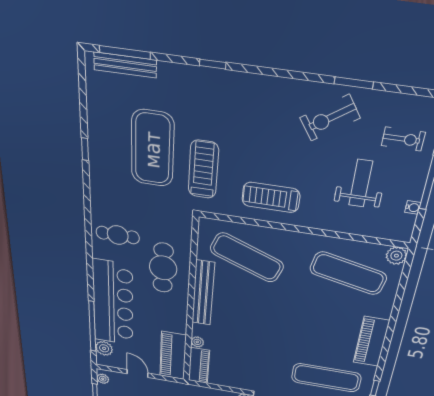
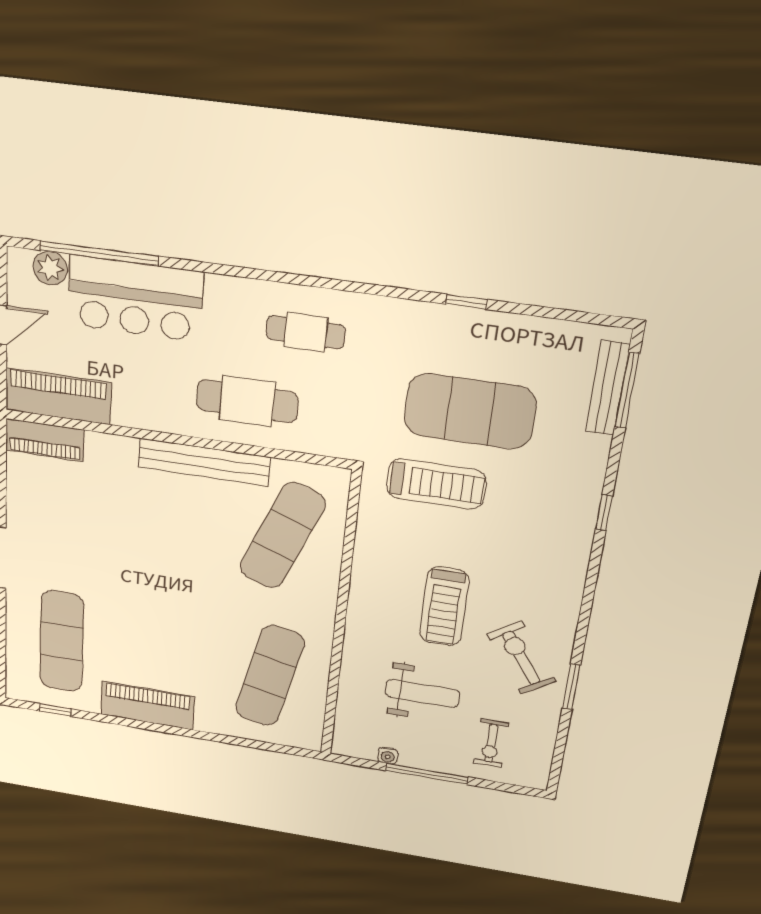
treadmill: (271, 197) -> (444, 606), moved, turned 180
cafe table: (118, 235) -> (306, 332), turned 90
plant: (396, 256) -> (308, 737), removed
bar counter: (113, 303) -> (135, 299), width x0.73
plant: (197, 342) -> (98, 442), removed

